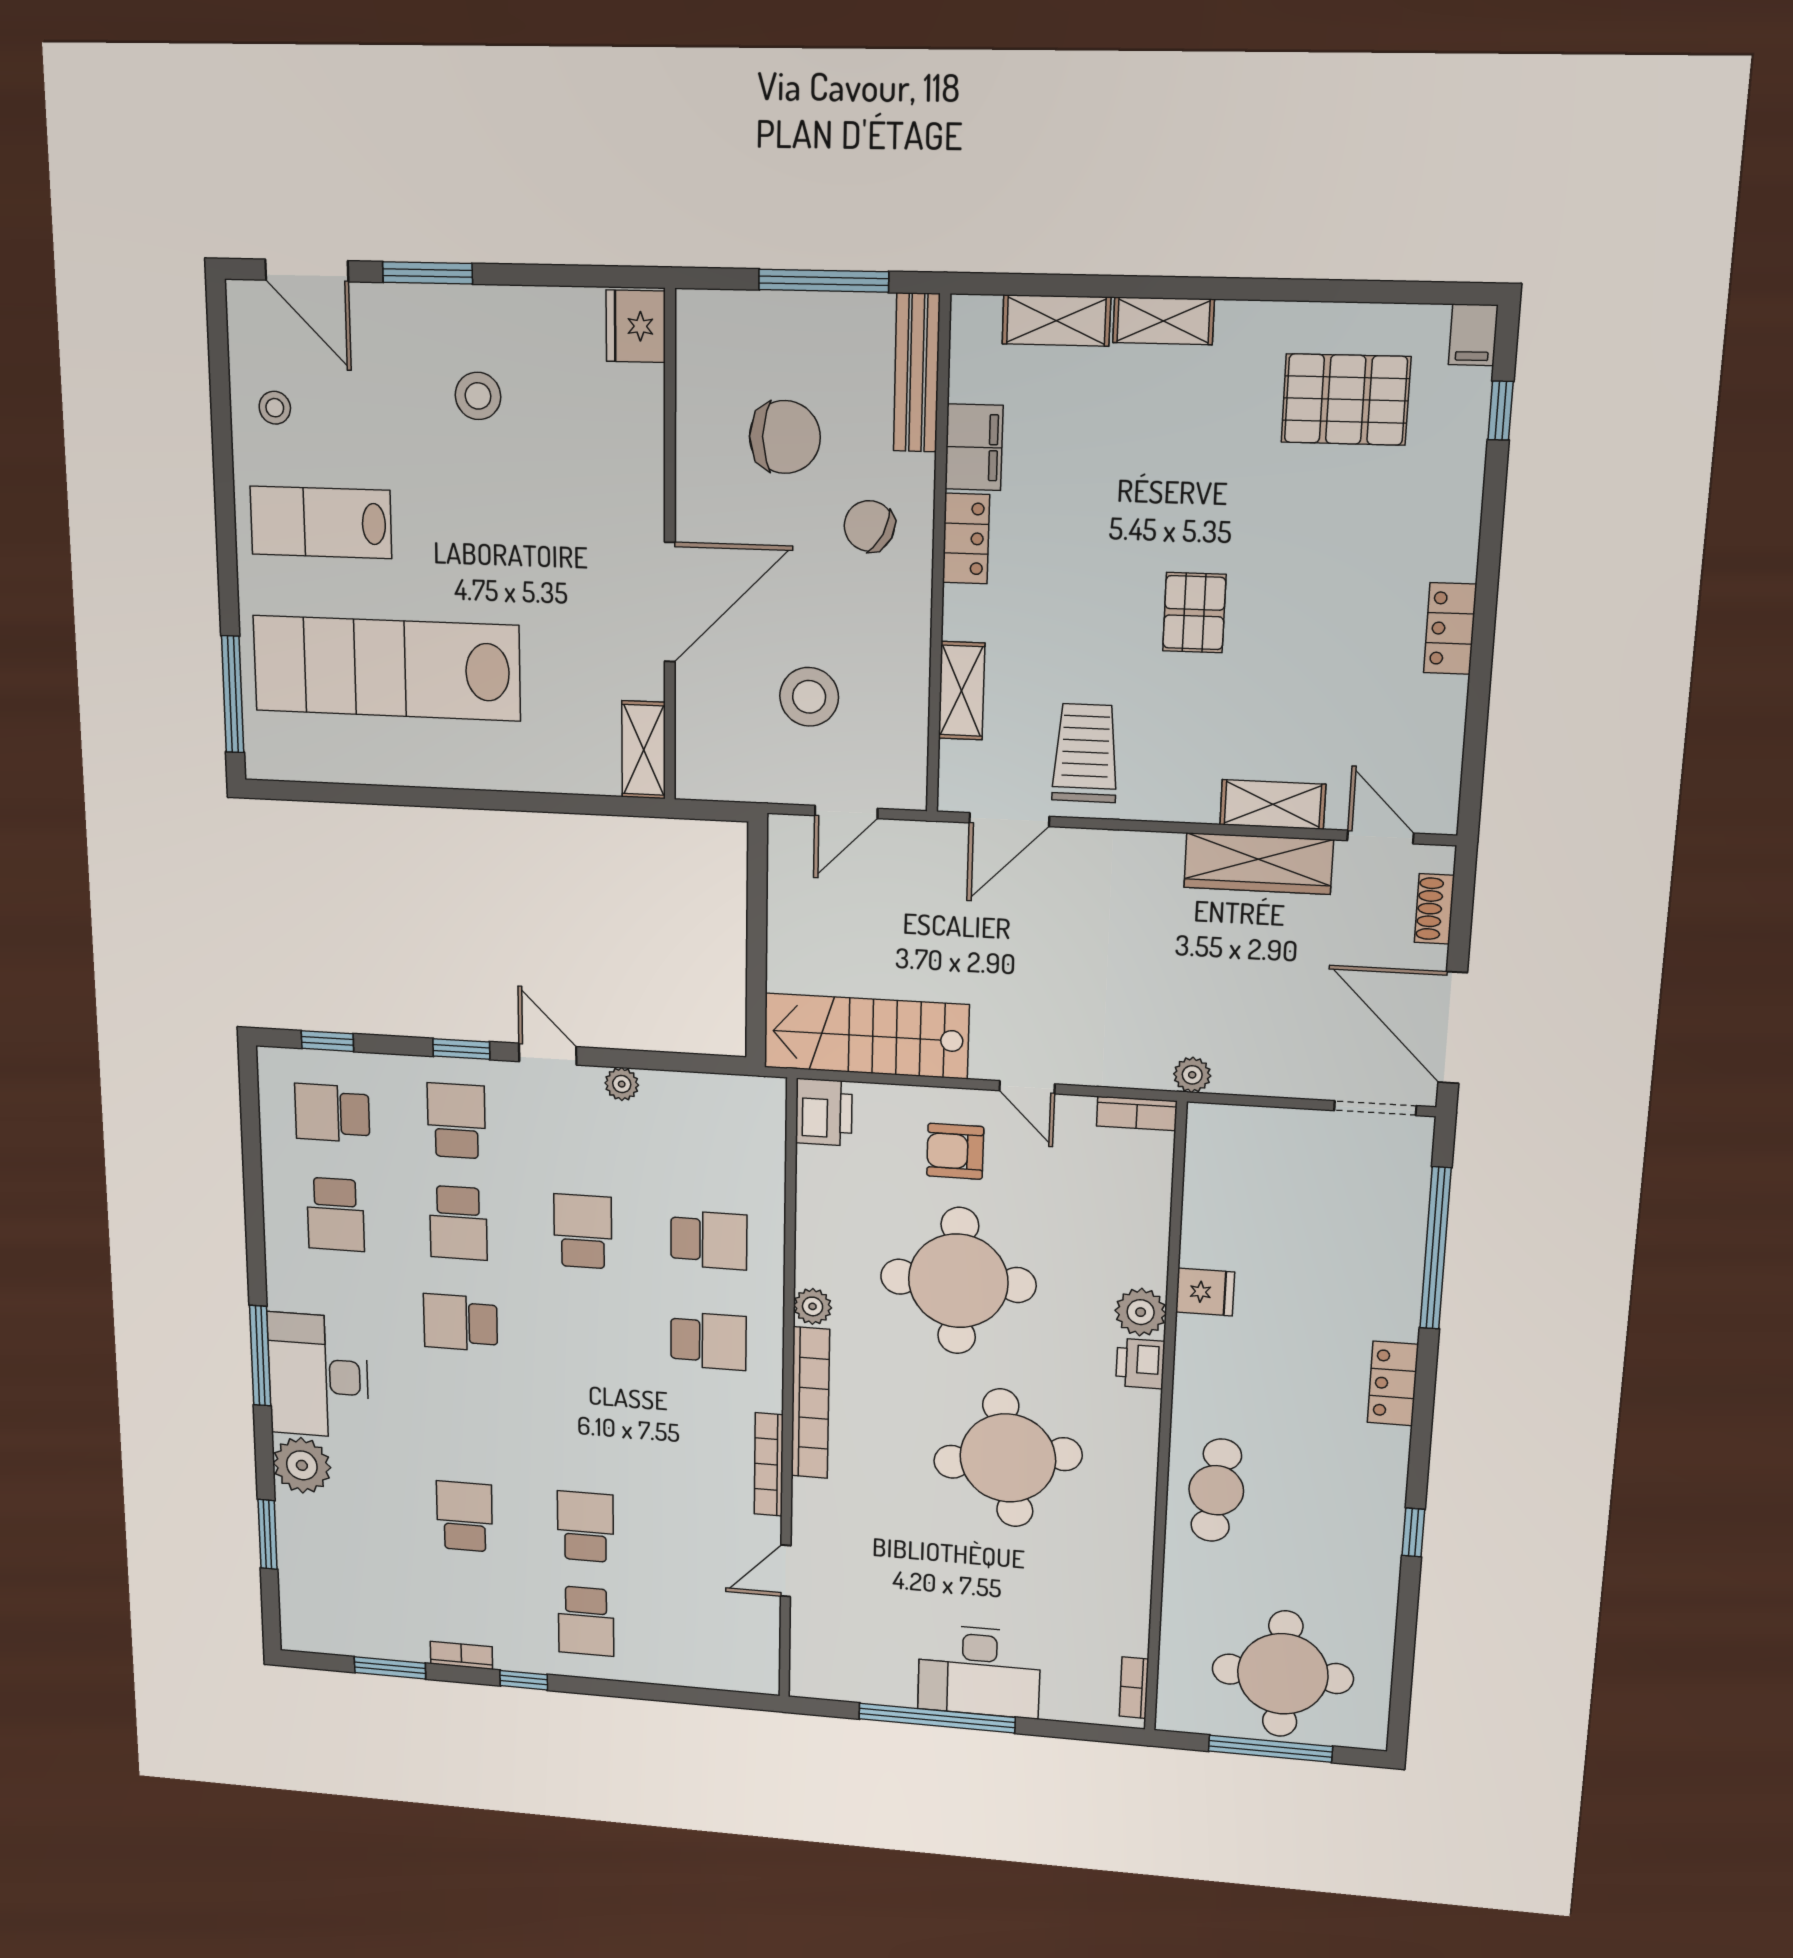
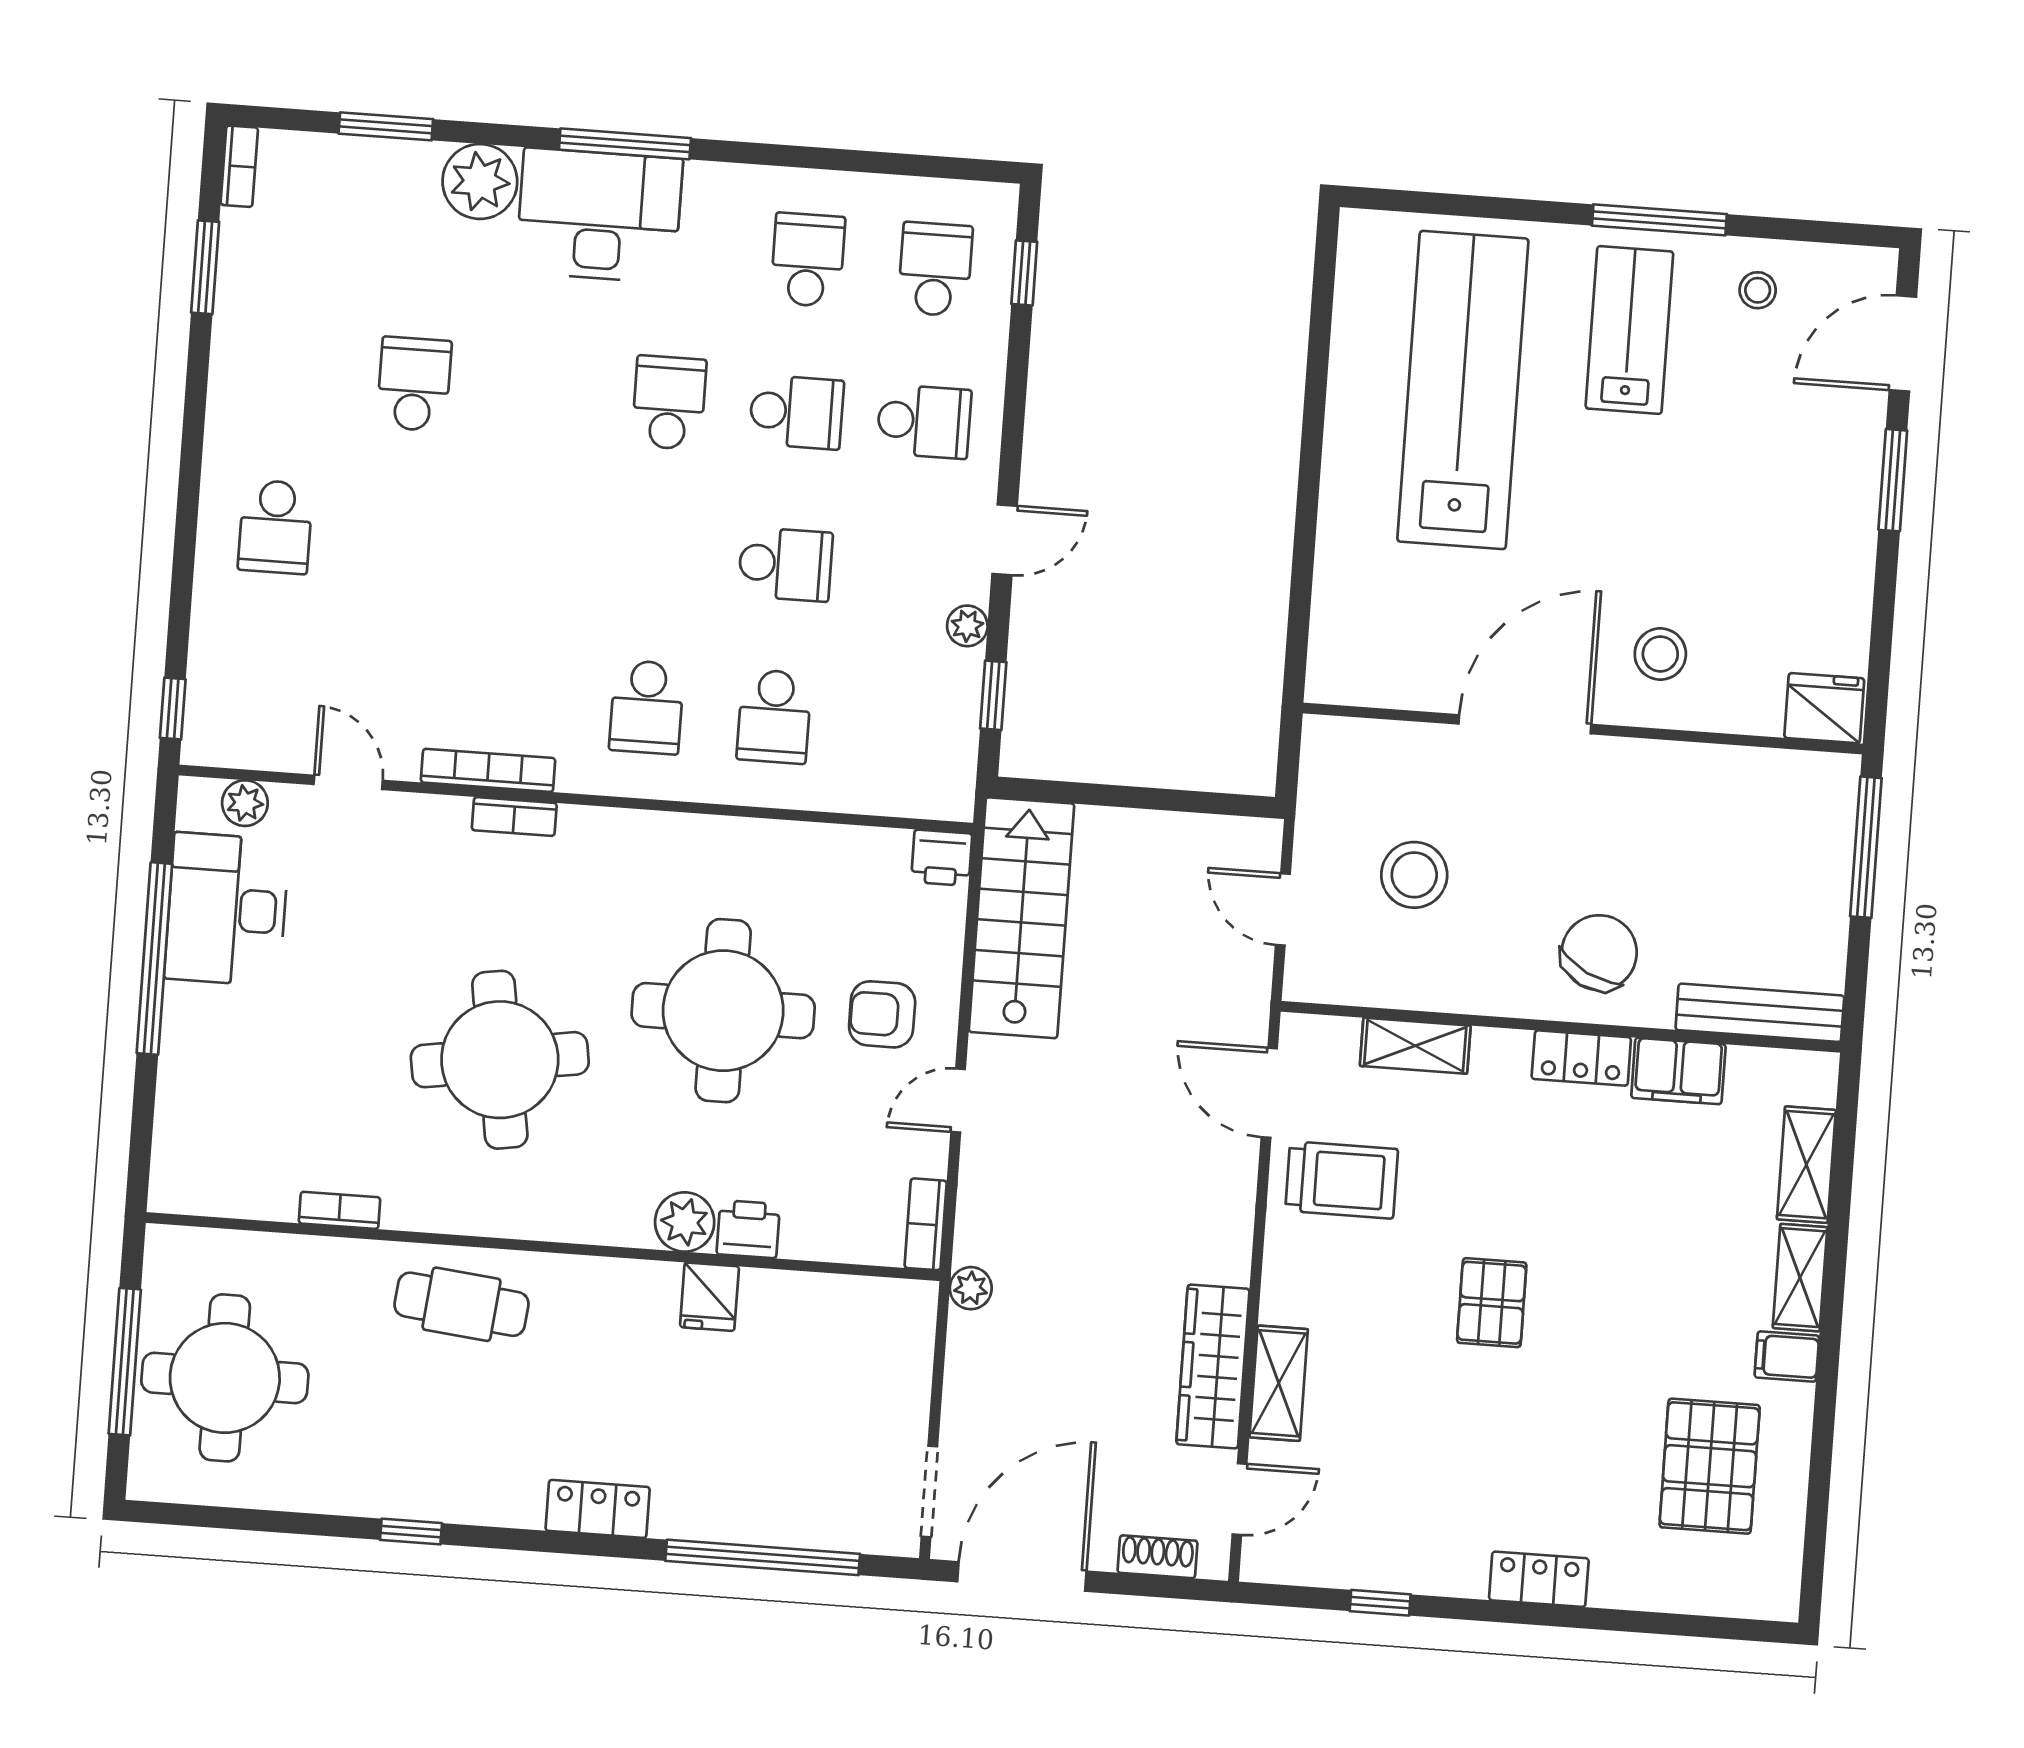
window: (824, 281) -> (1866, 847), moved
filing cabinet: (1473, 335) -> (1787, 1356), moved
stool: (478, 396) -> (1660, 654), moved
window: (1501, 411) -> (1380, 1603), moved
chair: (785, 437) -> (1699, 865), removed
chair: (869, 526) -> (1599, 953), width x1.37, depth x1.37
door: (670, 602) -> (1525, 724), swing flipped
pallet: (1194, 613) -> (1492, 1303), turned 90
locker: (1450, 628) -> (1539, 1579), moved
window: (233, 694) -> (1659, 220), moved
shelving: (644, 750) -> (1360, 682), removed
window: (461, 1049) -> (993, 695), moved
printer: (824, 1112) -> (942, 858), width x0.73, depth x0.81
armchair: (955, 1151) -> (882, 1014), turned -90
school desk: (336, 1214) -> (808, 260), turned 90
school desk: (458, 1223) -> (797, 412), turned 180
plant: (813, 1306) -> (245, 803), moved
printer: (1140, 1363) -> (748, 1229), moved
bookcase: (810, 1403) -> (514, 817), width x0.43, depth x0.76
school desk: (465, 1516) -> (414, 384), turned -90
school desk: (585, 1527) -> (403, 536), removed
school desk: (586, 1621) -> (275, 527), turned -90
bookcase: (461, 1655) -> (239, 166), moved
desk: (979, 1671) -> (227, 909), moved
window: (524, 1680) -> (173, 709), moved
bookcase: (1134, 1688) -> (340, 1210), moved

